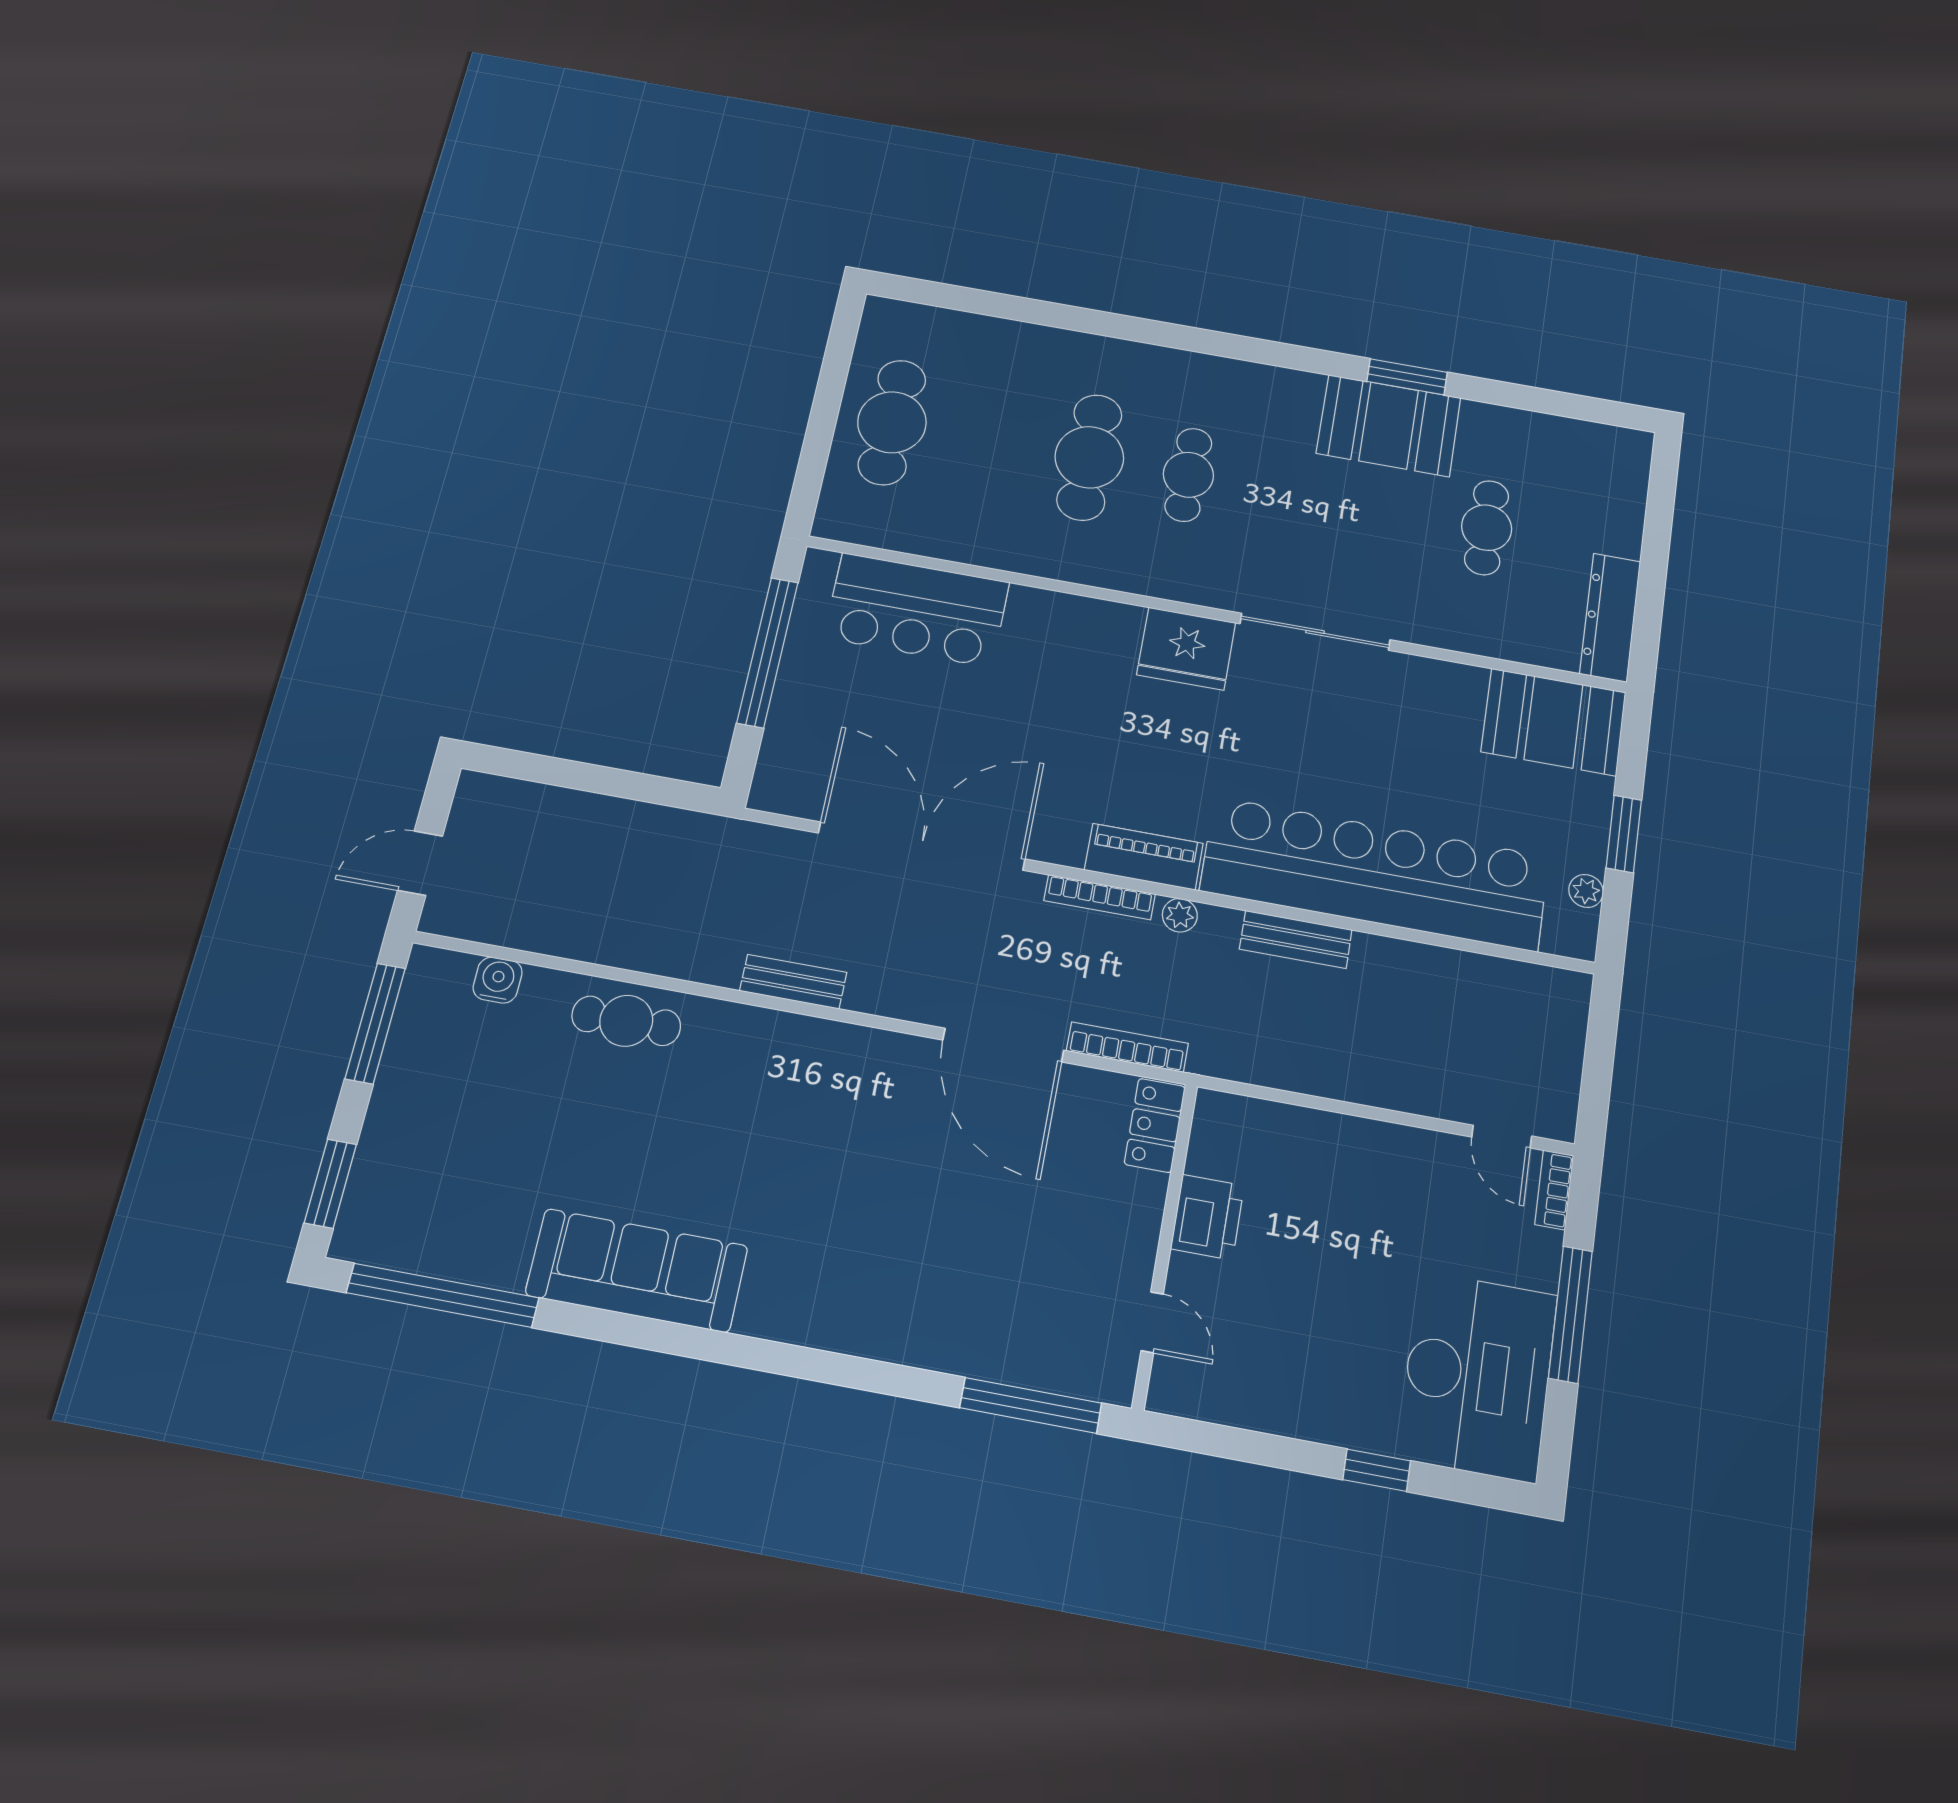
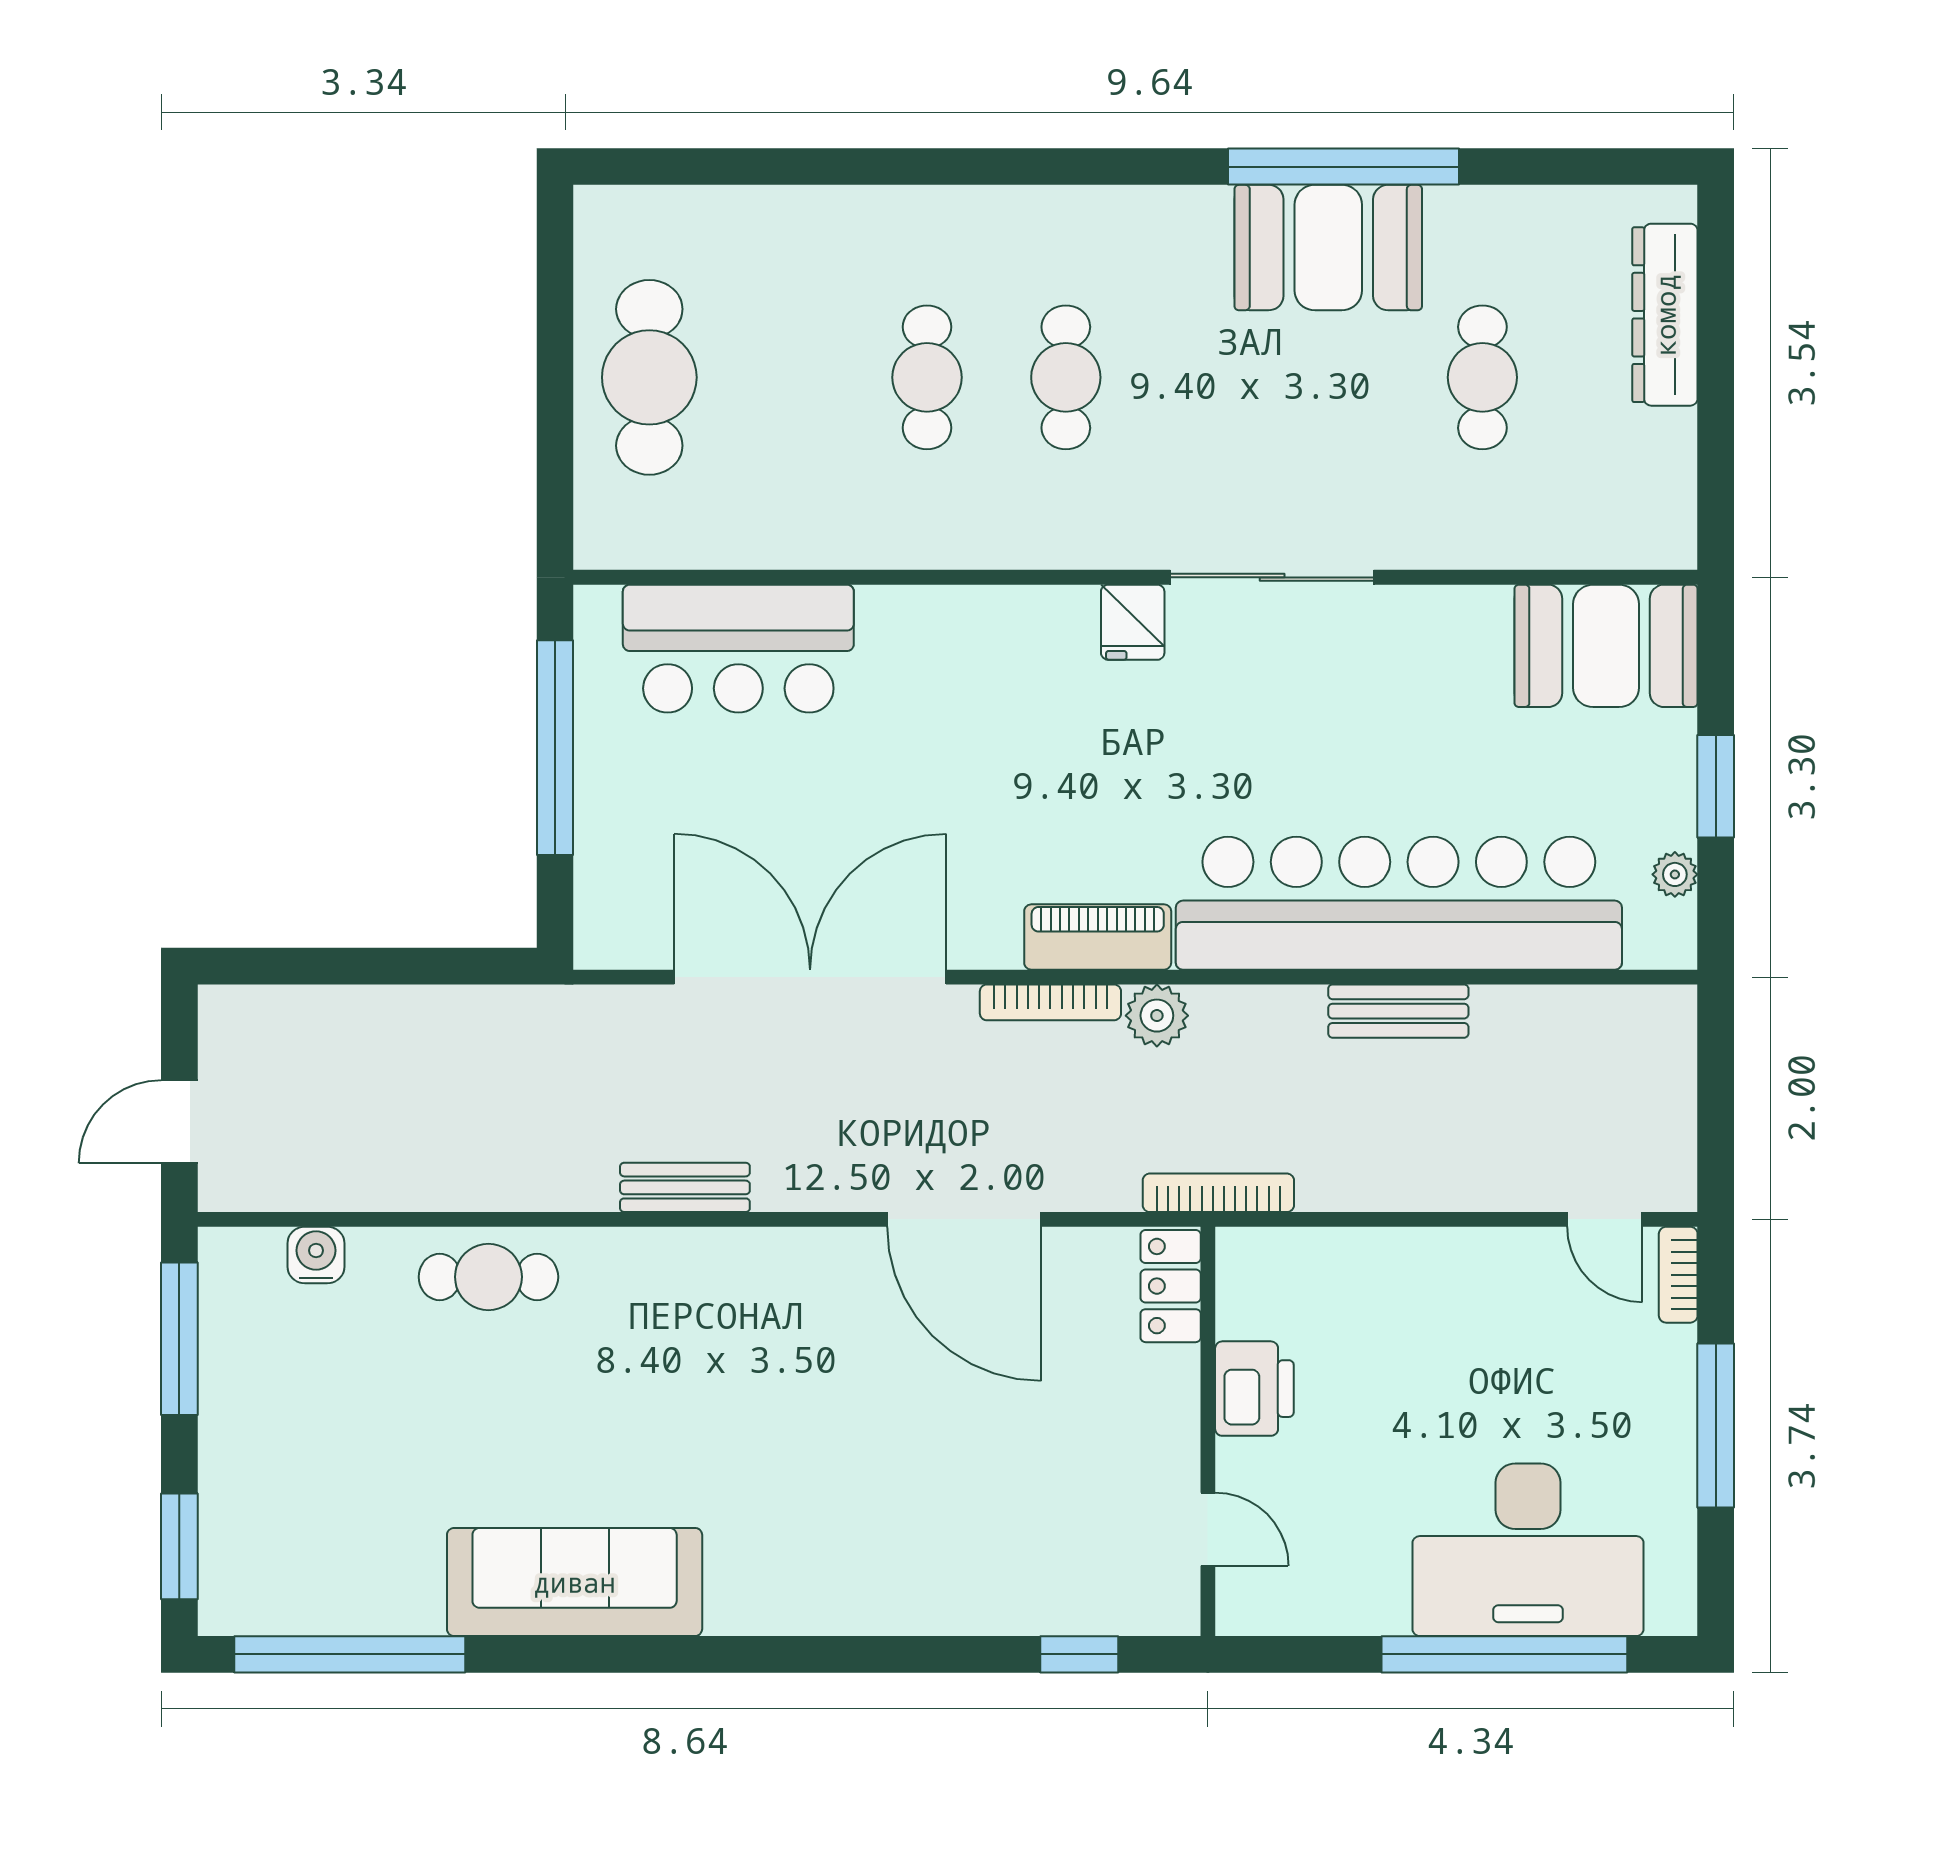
window: (1407, 377) -> (1343, 167), width x2.11
cafe table: (1089, 457) -> (927, 377), width x0.73, depth x0.74
dresser: (1610, 617) -> (1665, 315), moved
fridge: (1186, 649) -> (1133, 622), width x0.53, depth x0.75
plant: (1180, 915) -> (1157, 1016), width x1.38, depth x1.38
bench: (1296, 939) -> (1398, 1011), moved
bookcase: (1127, 1047) -> (1218, 1193), moved
desk: (1477, 1376) -> (1528, 1550), moved, turned 90
window: (1031, 1405) -> (1079, 1654), width x0.46
window: (1377, 1470) -> (1504, 1654), width x3.17

